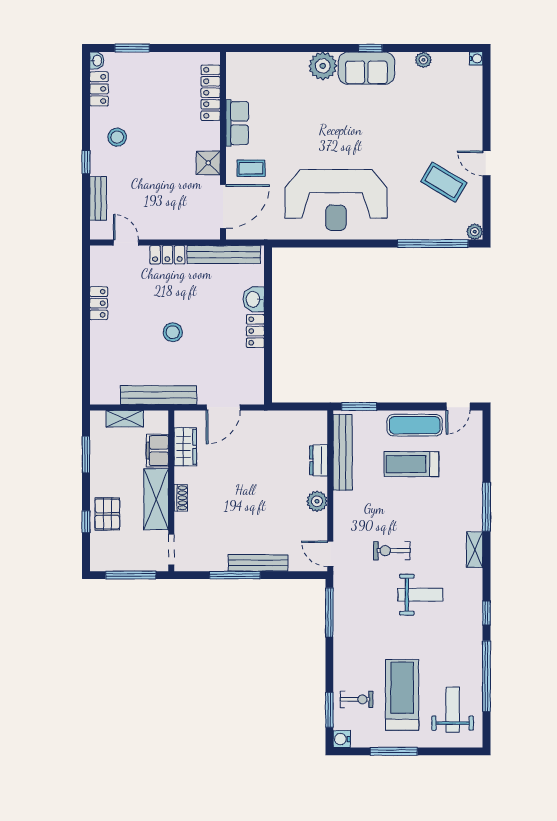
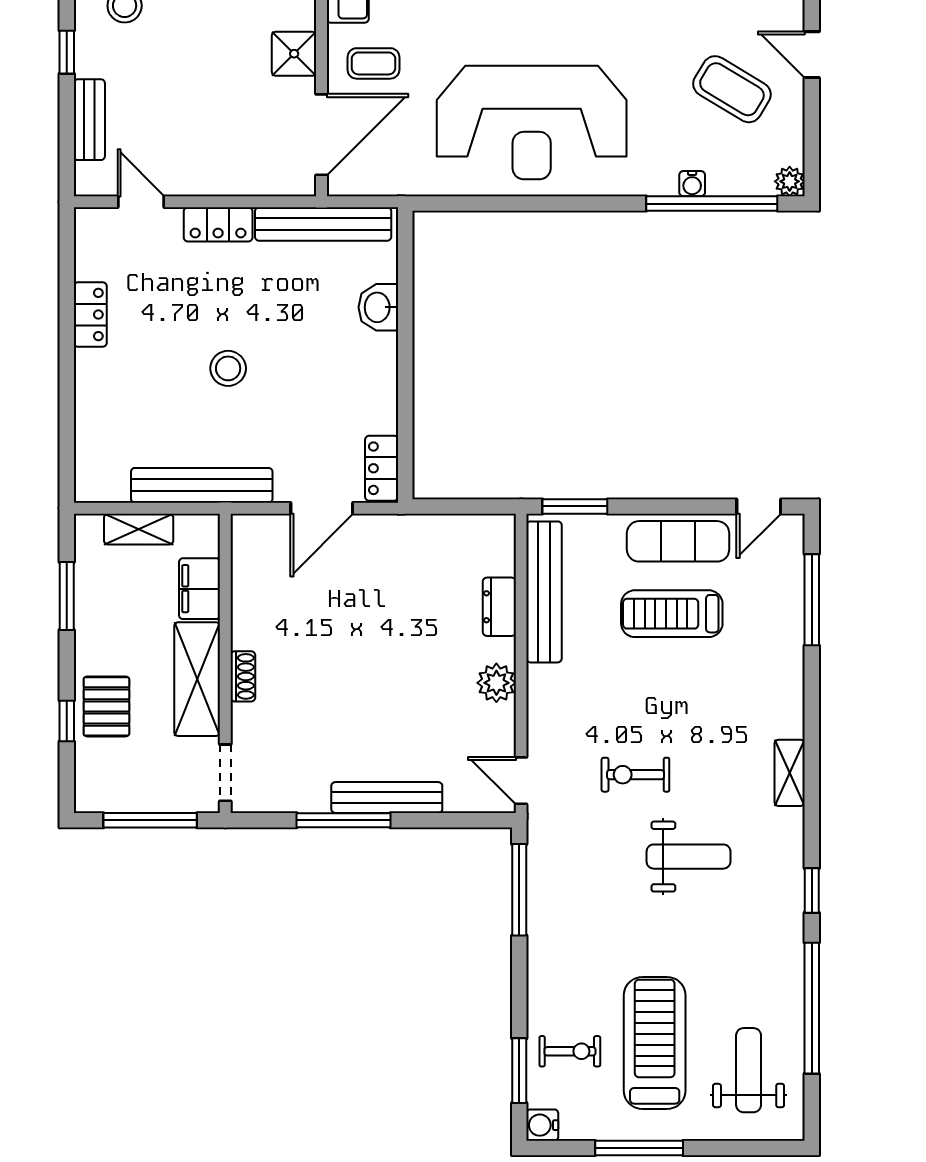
water cooler: (422, 233) -> (692, 184), added
locker: (255, 331) -> (382, 468), moved
wardrobe: (185, 447) -> (251, 582), removed
window: (487, 507) -> (812, 600), moved

